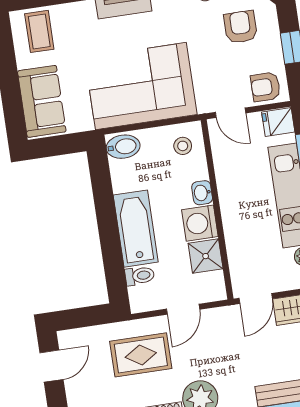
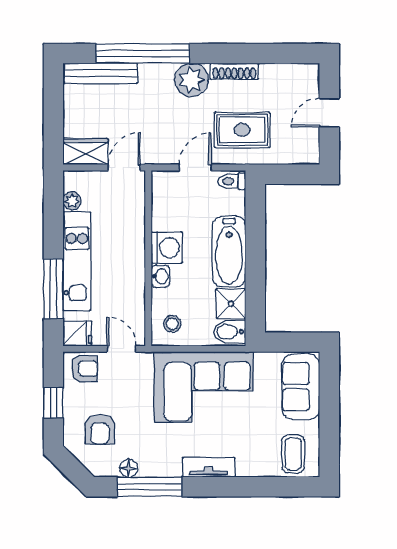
shower: (206, 256) -> (231, 304), moved
toilet: (140, 276) -> (232, 181), moved
door: (52, 366) -> (329, 113), moved

